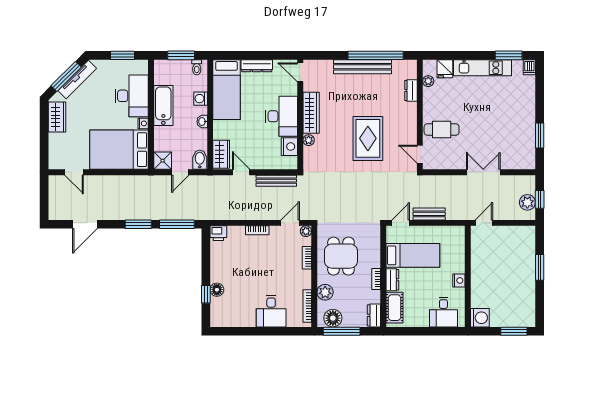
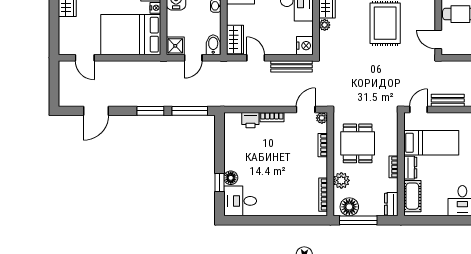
nightstand: (289, 147) -> (305, 46), moved
printer: (218, 233) -> (250, 120), moved
desk: (271, 311) -> (240, 201), moved, turned 90

